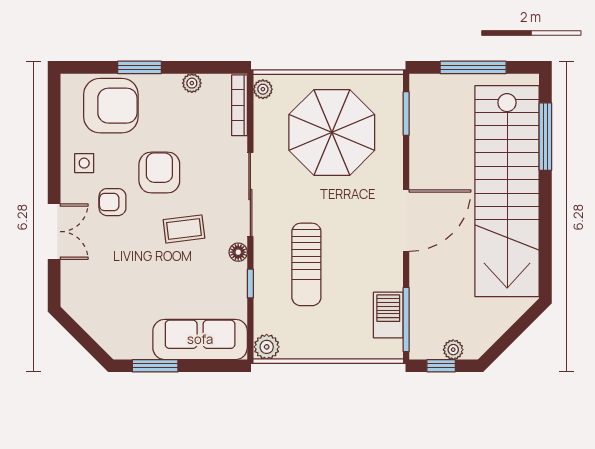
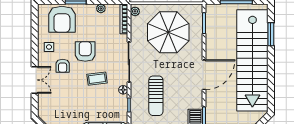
armchair: (111, 106) -> (62, 19), turned 90
window: (545, 137) -> (271, 34), width x0.69
armchair: (112, 202) -> (63, 66), turned -90

